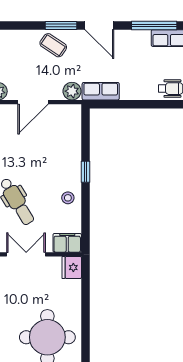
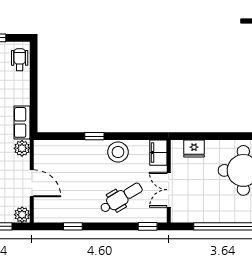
stool: (68, 198) -> (118, 152), width x1.89, depth x1.89
fridge: (72, 268) -> (194, 149), moved

